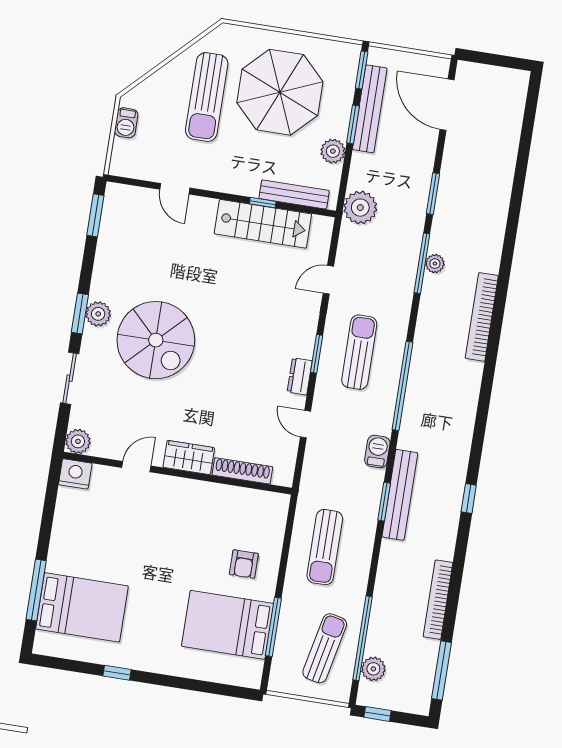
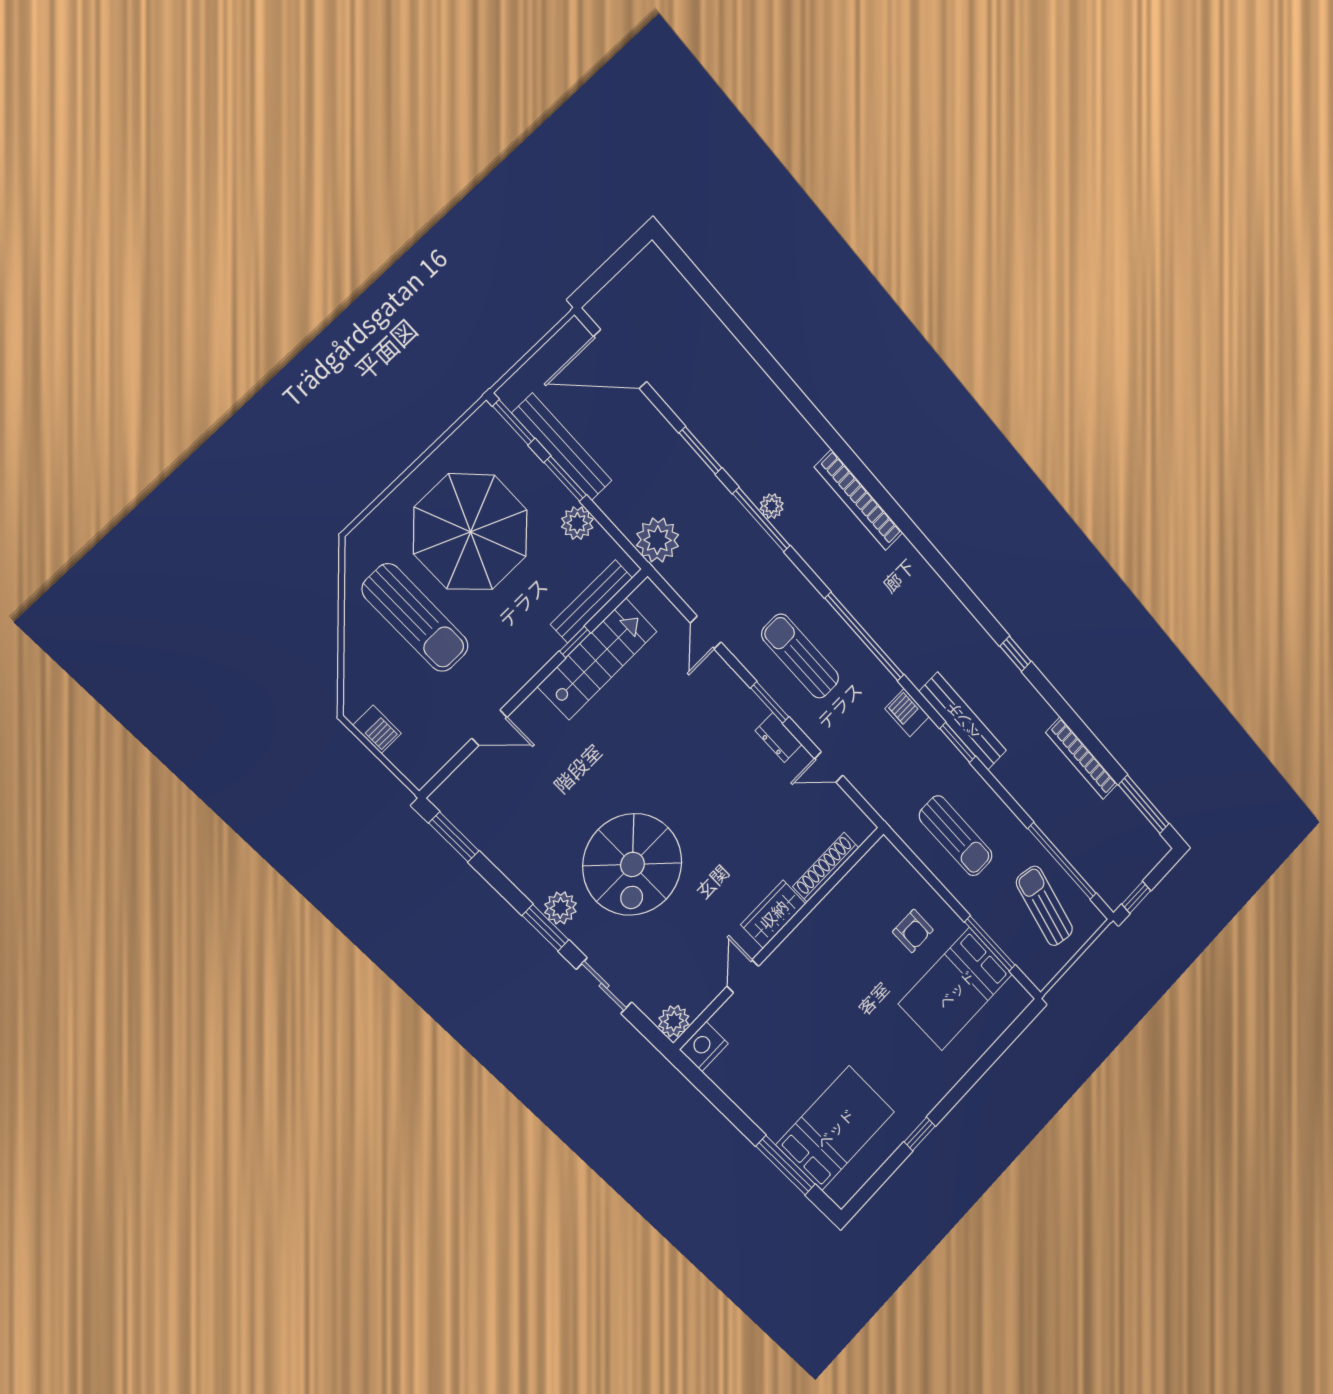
spiral stairs: (156, 340) -> (632, 864), turned 90
plant: (373, 669) -> (1096, 871), removed

